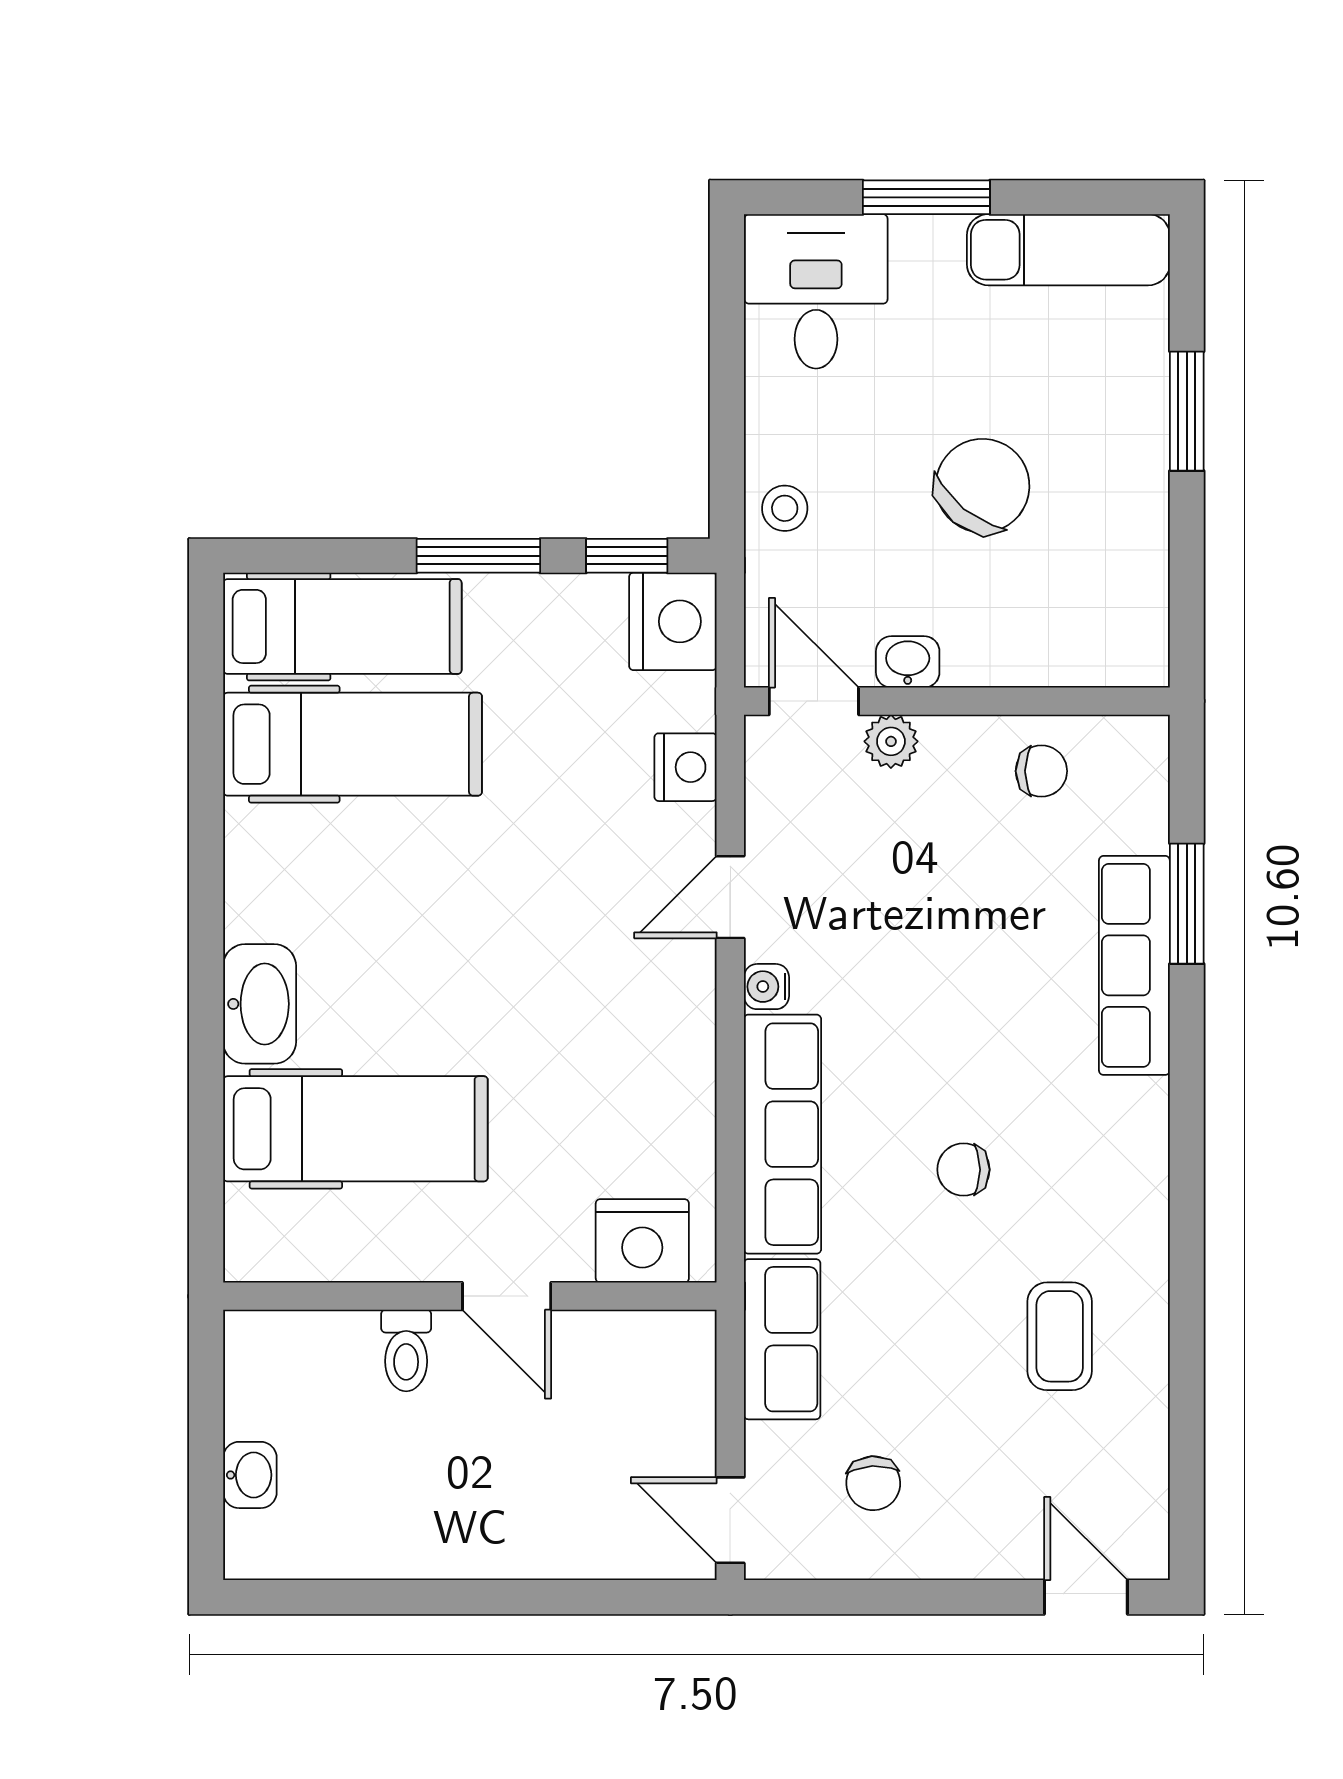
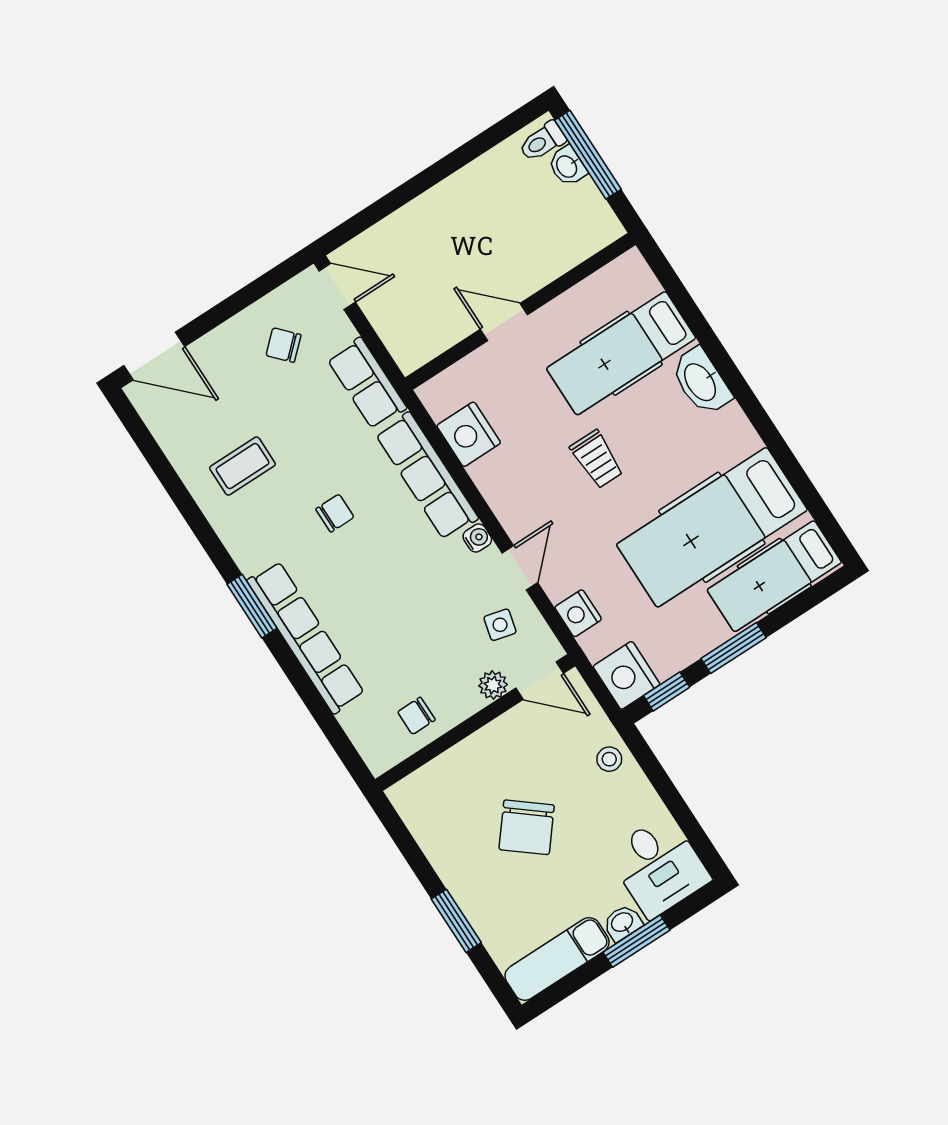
washbasin: (908, 662) -> (622, 923), moved, turned 180
hospital bed: (353, 744) -> (712, 527), width x1.37, depth x1.29
side table: (819, 828) -> (500, 625), added
window: (1187, 904) -> (252, 606), moved
row of seats: (1134, 965) -> (306, 637), width x1.36
trolley: (501, 988) -> (597, 459), added
nightstand: (642, 1241) -> (469, 434), moved, turned -90
coffee table: (1060, 1336) -> (243, 466), turned 90
toilet: (406, 1350) -> (542, 141), moved, turned -90
window: (206, 1472) -> (588, 155), added
chair: (873, 1483) -> (284, 345), turned -40
door: (1086, 1597) -> (154, 356), width x1.38

